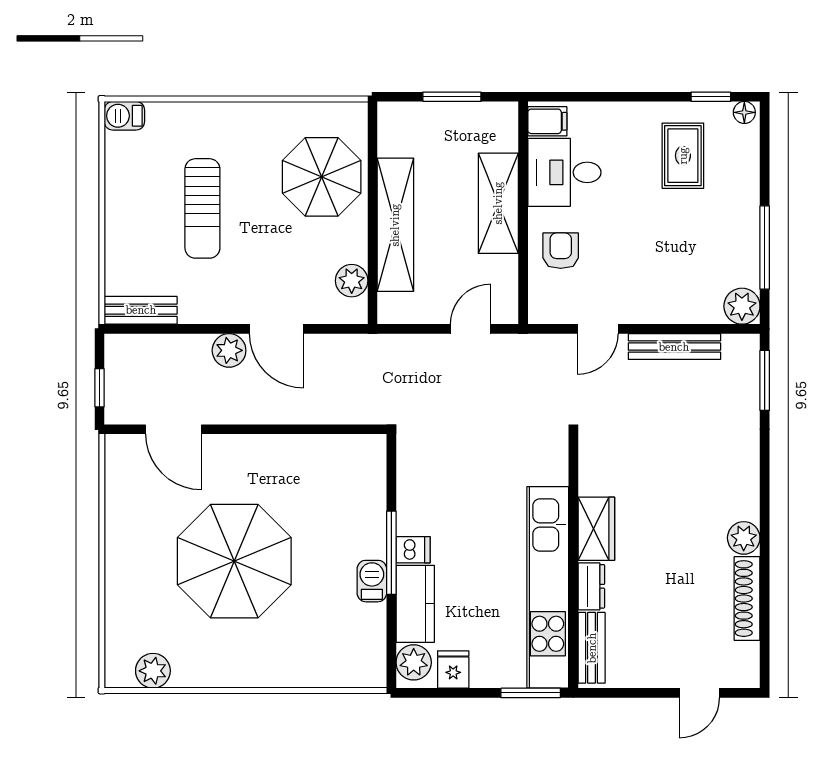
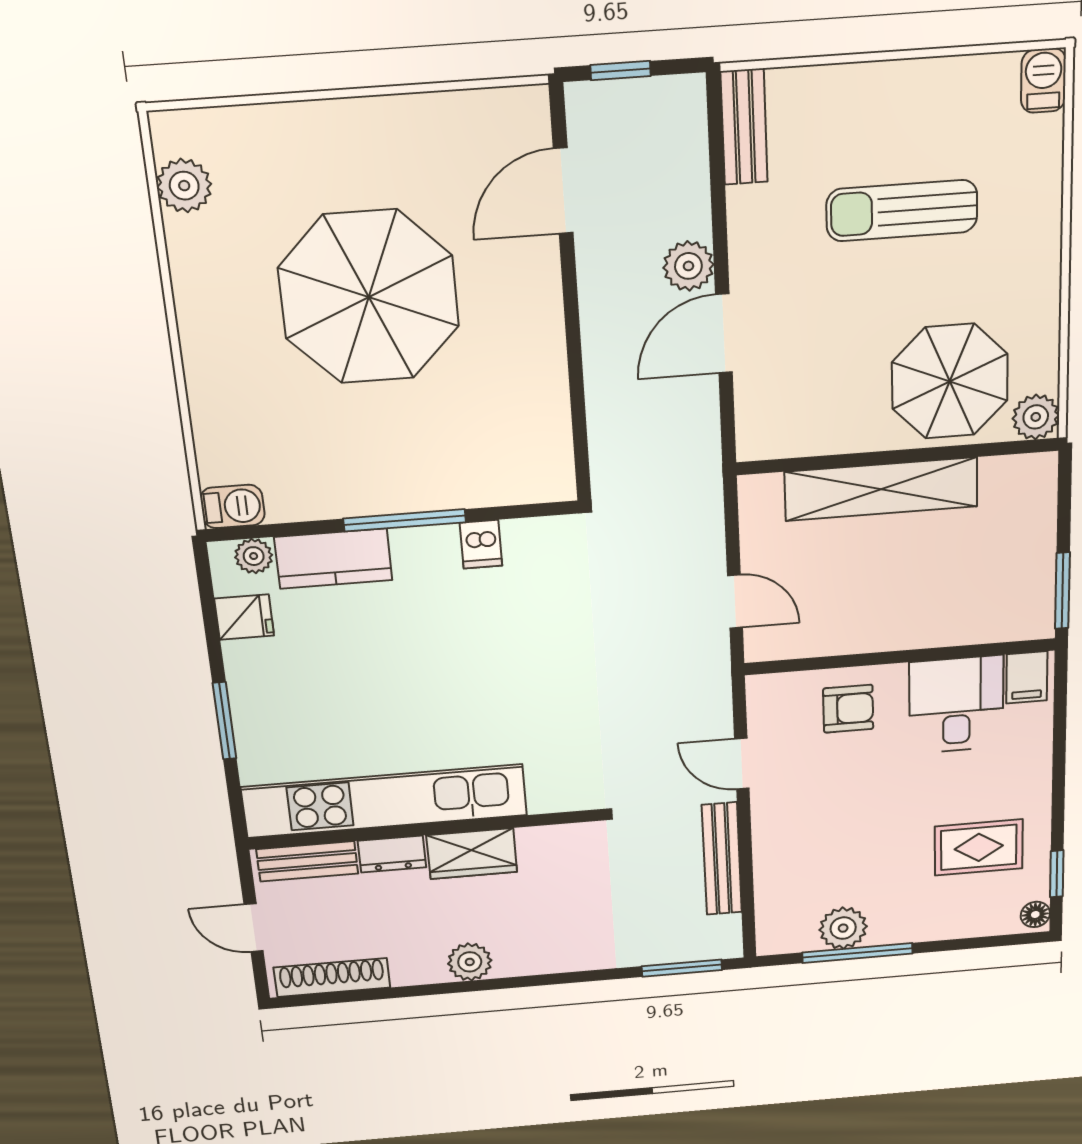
window: (452, 97) -> (1062, 591), moved
shelving: (498, 203) -> (913, 624), removed
plant: (352, 281) -> (1036, 417), moved
plant: (742, 306) -> (843, 928), moved
wardrobe: (596, 529) -> (472, 854), moved
dishwasher: (413, 550) -> (481, 544), moved
wall: (573, 561) -> (425, 829), moved
barbecue: (372, 581) -> (232, 506), moved
dresser: (591, 586) -> (392, 854), moved
kitchen unit: (548, 587) -> (385, 801), moved
shoe rack: (747, 599) -> (332, 978), moved
bench: (592, 648) -> (307, 861), moved
plant: (414, 662) -> (254, 556), width x0.73, depth x0.73

